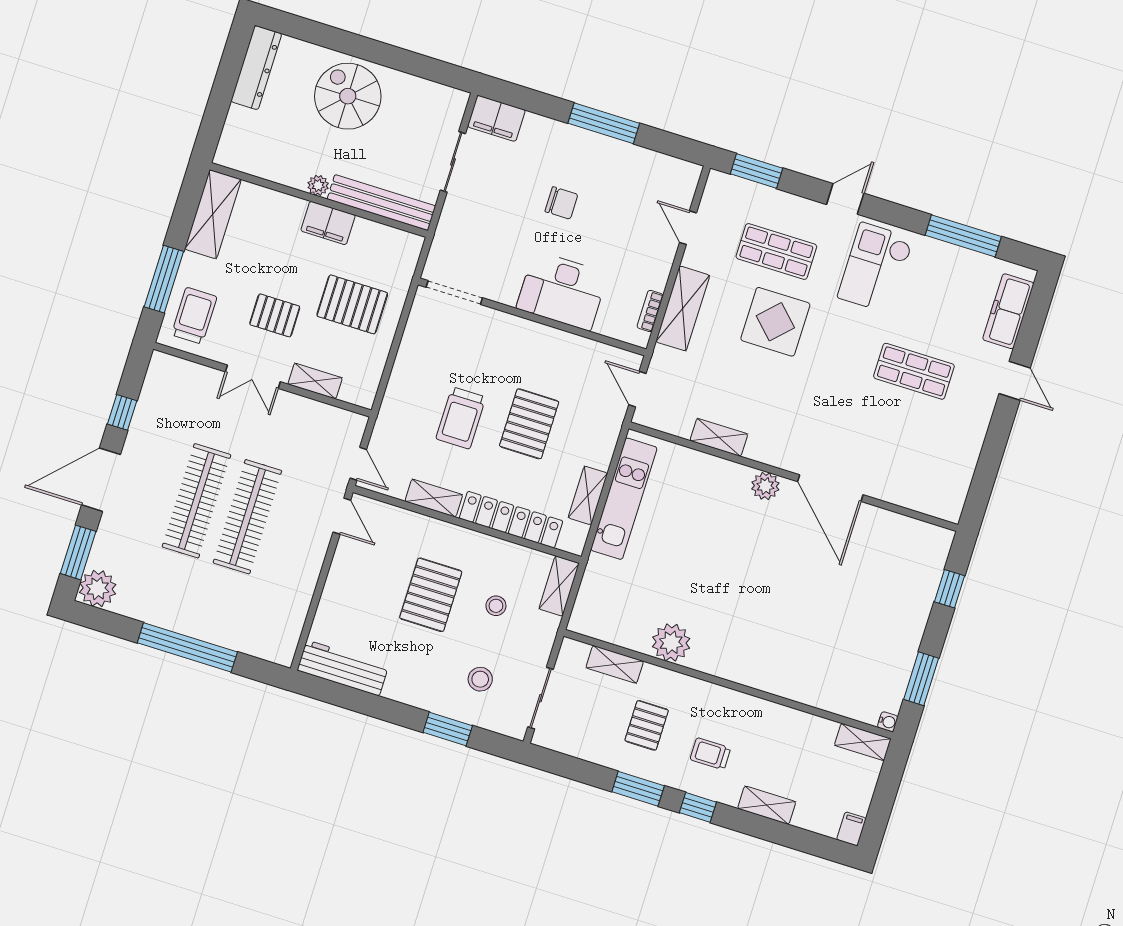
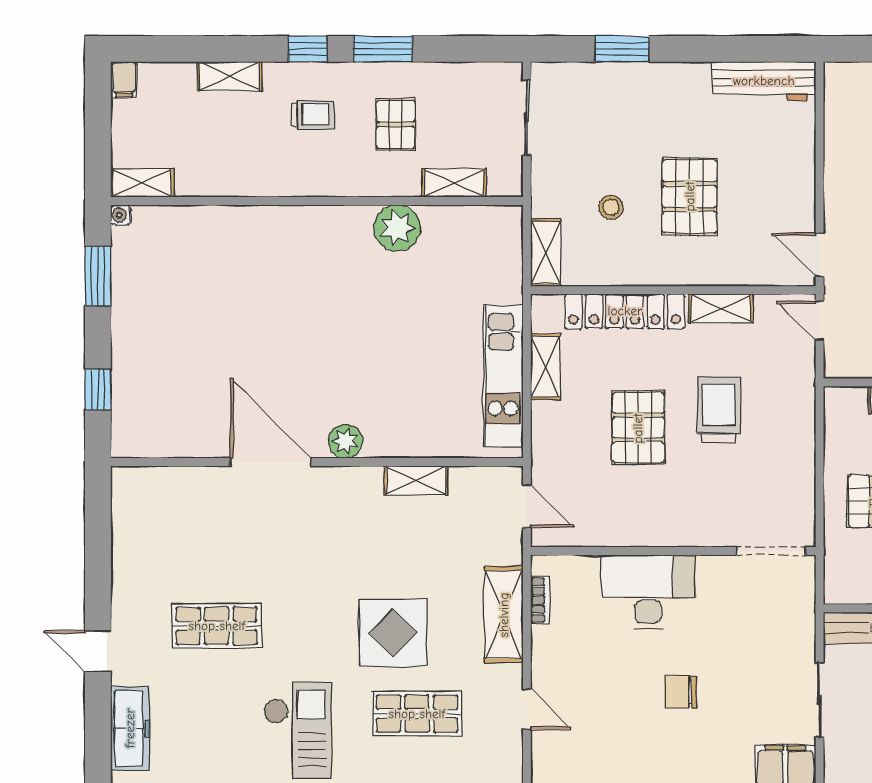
stool: (480, 679) -> (603, 118), removed

